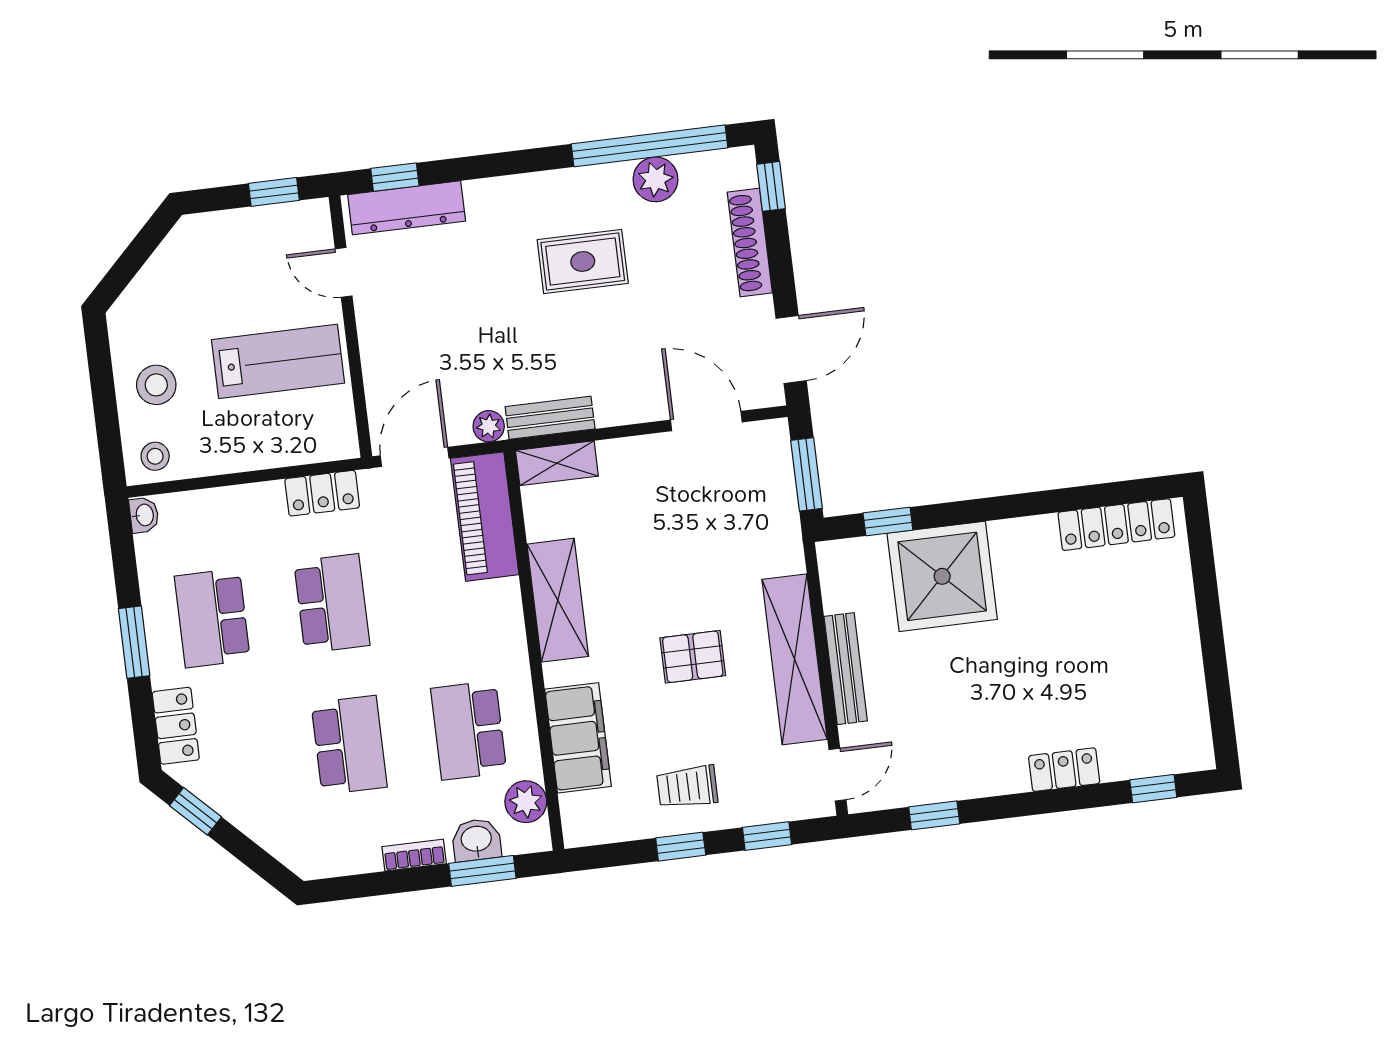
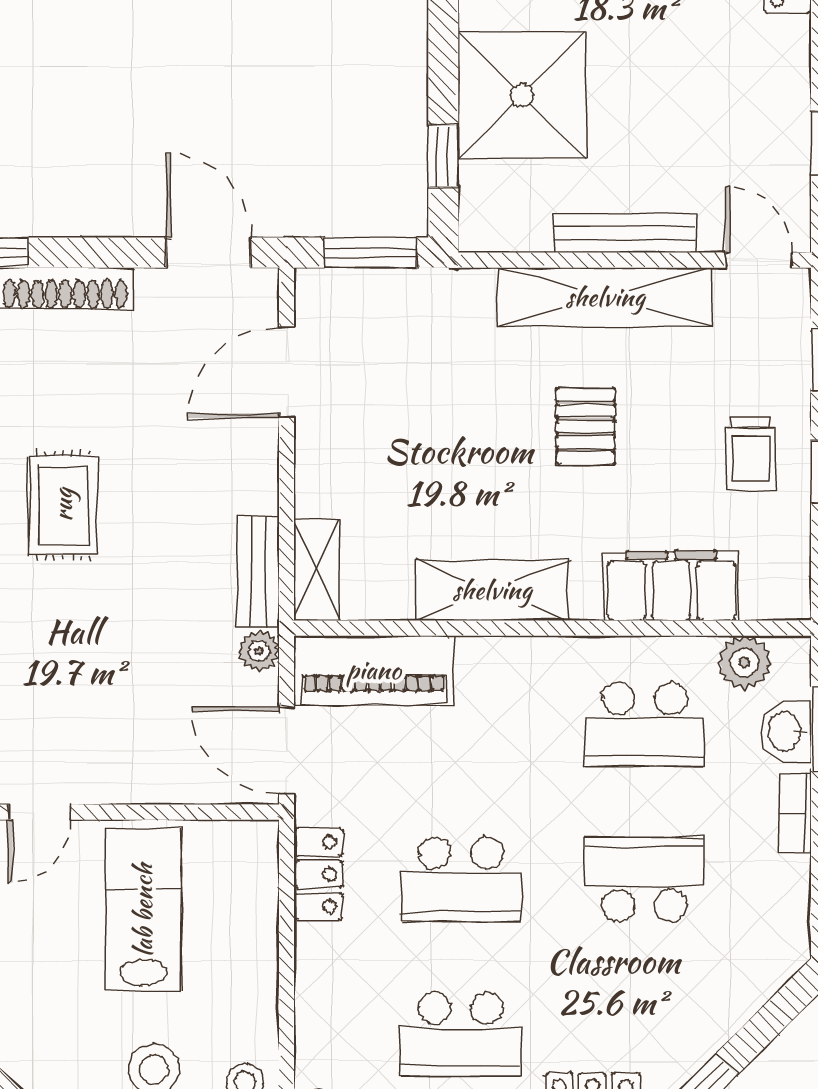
school desk: (332, 603) -> (461, 879), turned 180

